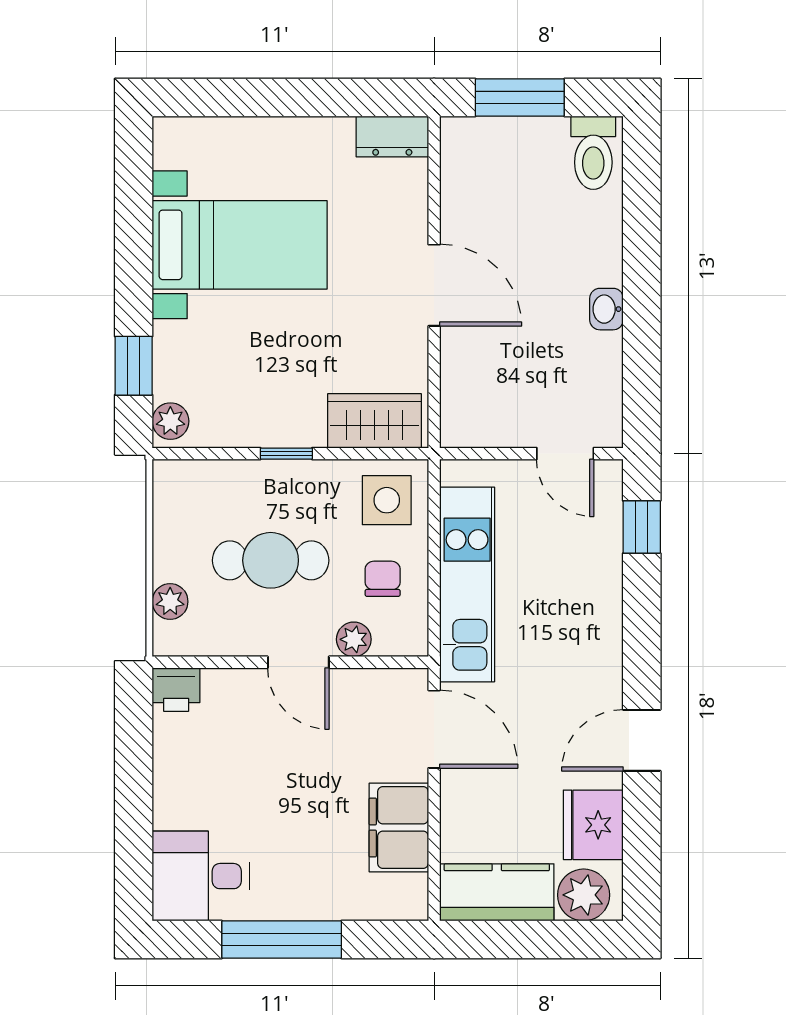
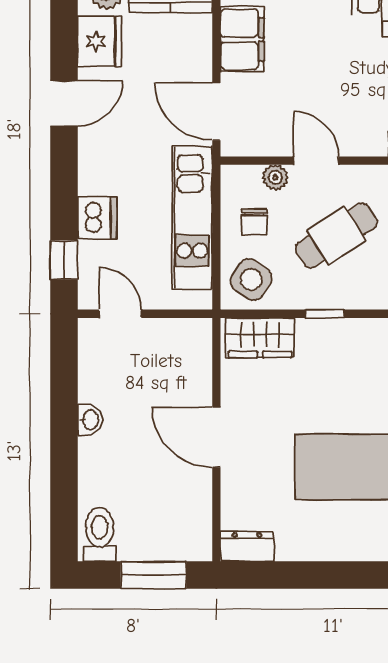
side table: (387, 500) -> (251, 280), turned 33
cafe table: (271, 560) -> (336, 235), turned -33
dishwasher: (597, 584) -> (97, 218), added

